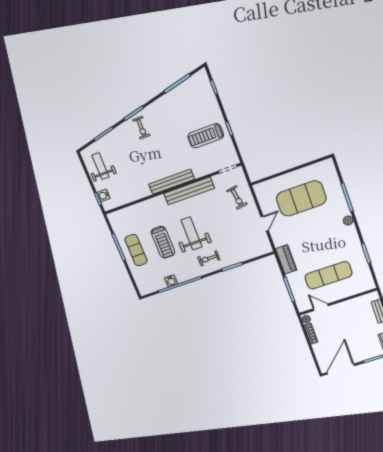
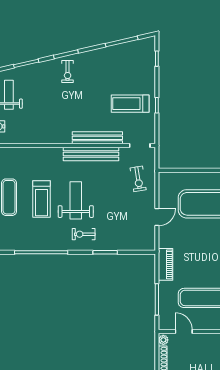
bench: (172, 182) -> (97, 138), moved
water cooler: (171, 281) -> (33, 245), removed

